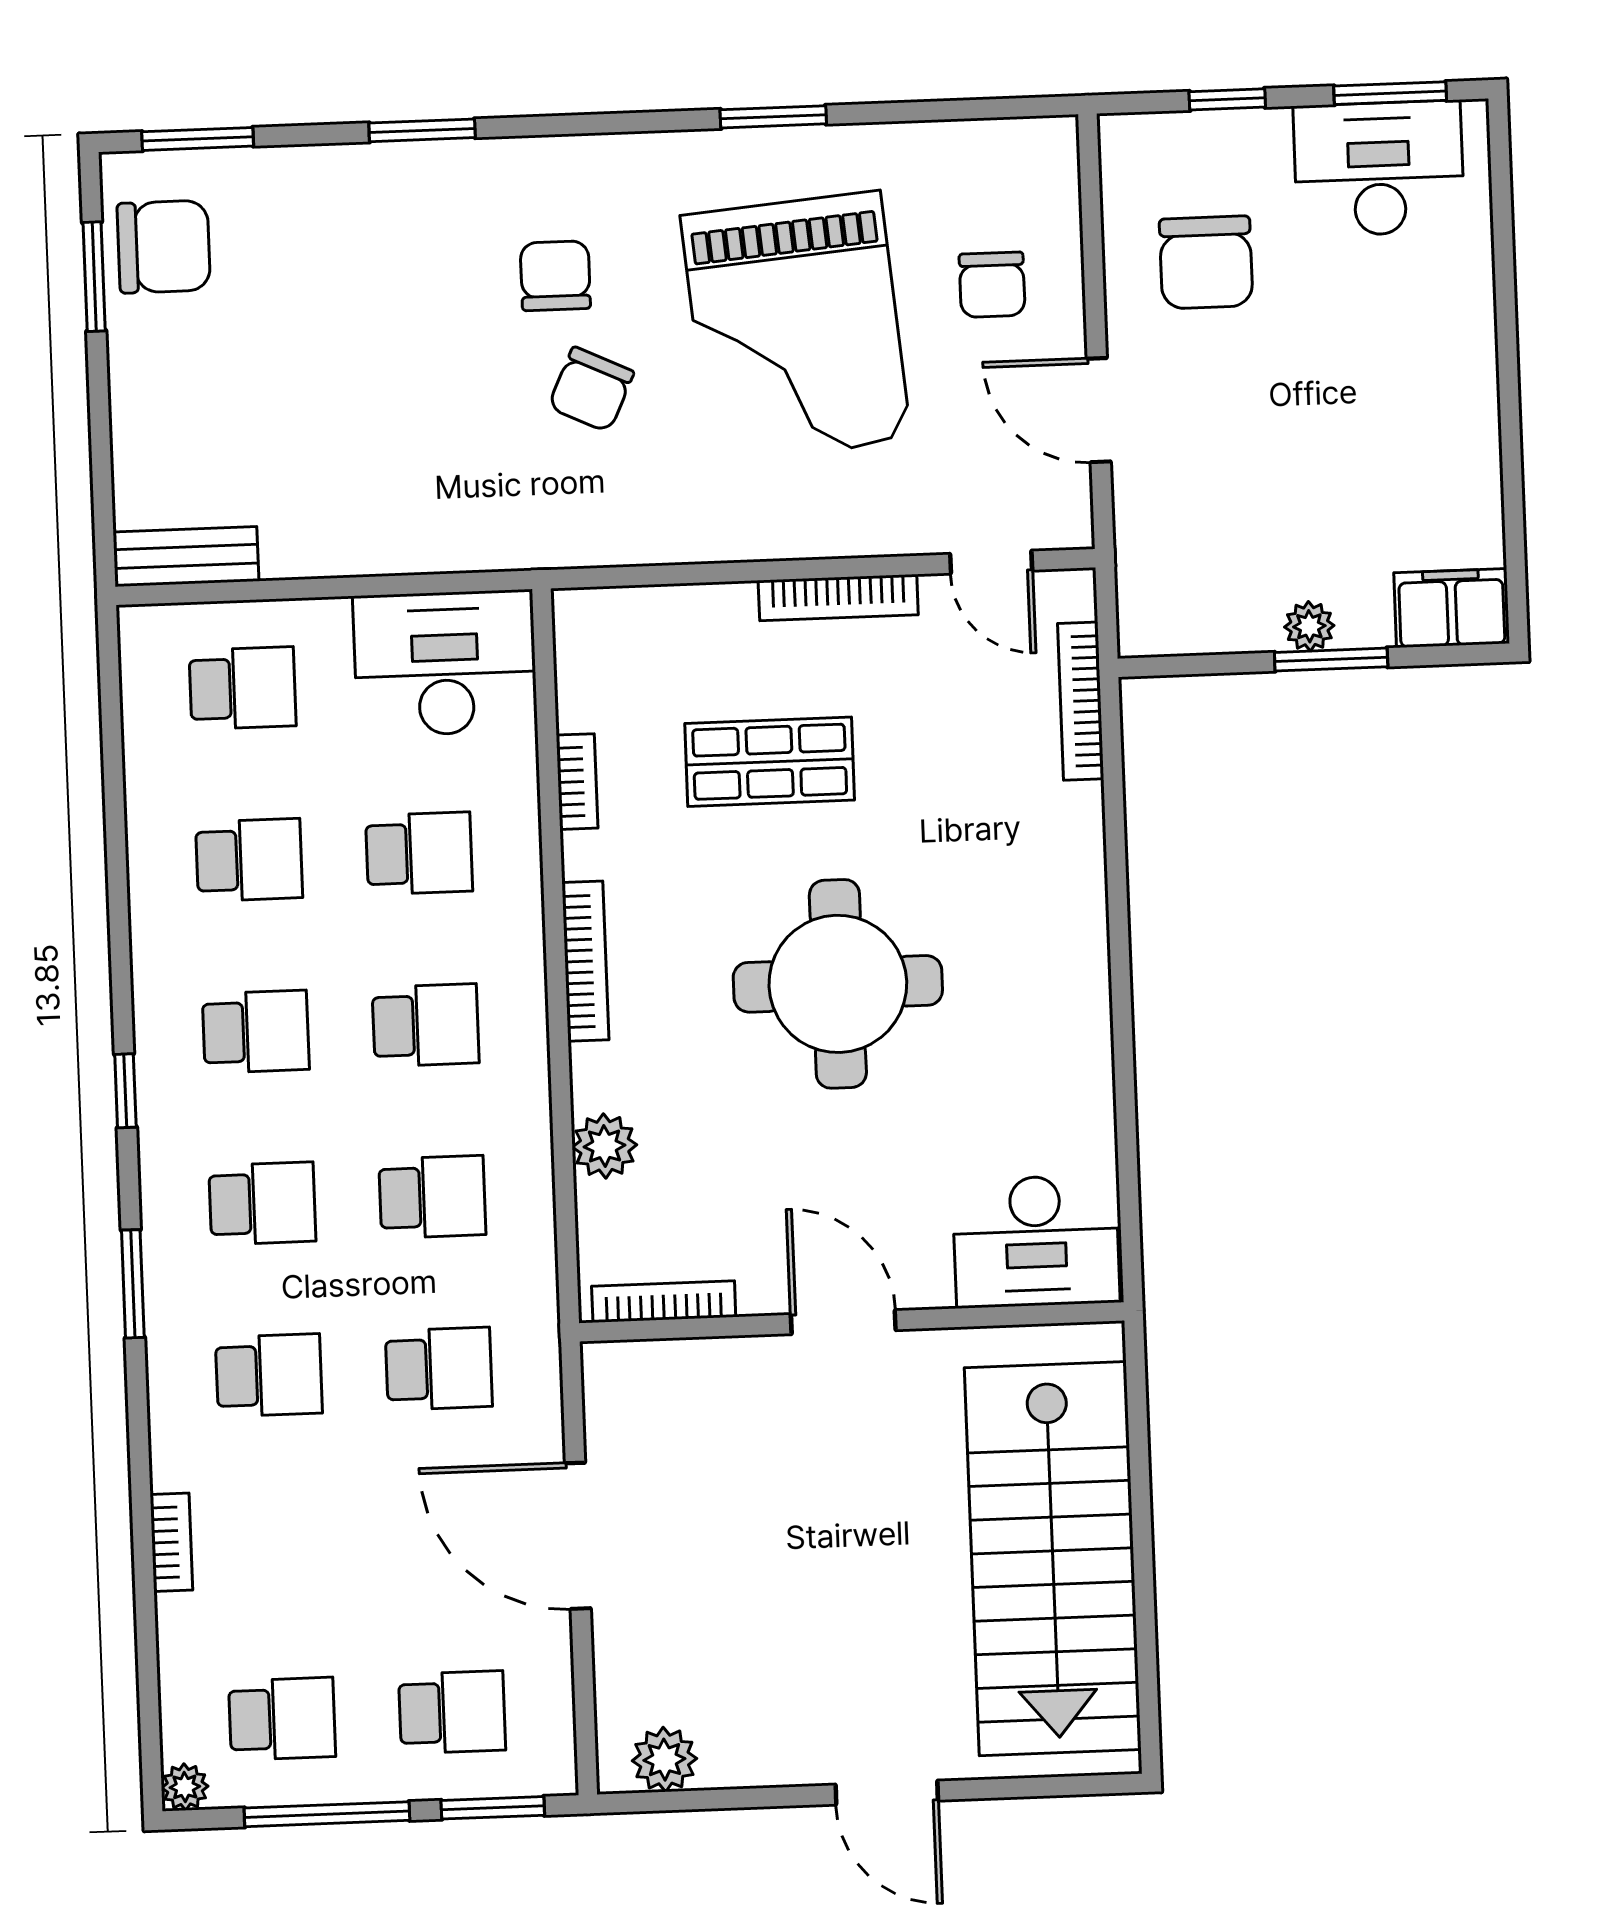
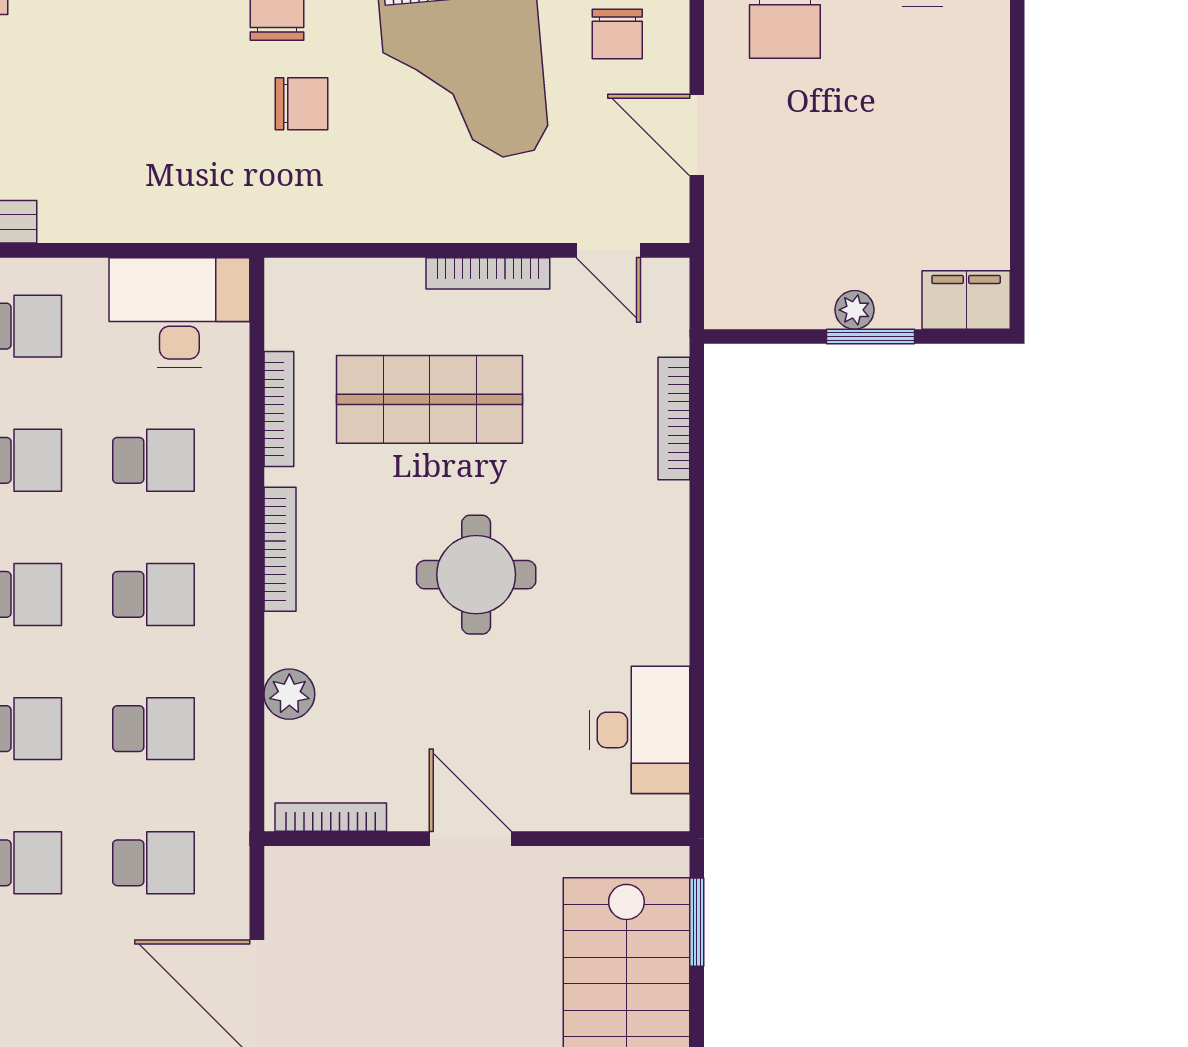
chair: (591, 389) -> (301, 104), turned -115
bookcase: (1081, 701) -> (674, 418), moved
shop shelf: (770, 762) -> (430, 399), width x1.43, depth x1.36
bookcase: (577, 782) -> (279, 409), width x1.56
round table: (838, 984) -> (476, 575), width x0.73, depth x0.73
desk: (1036, 1241) -> (639, 730), moved, turned -90
window: (1138, 1418) -> (697, 922), added

